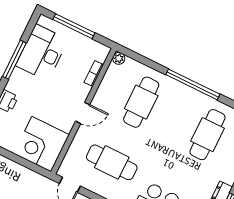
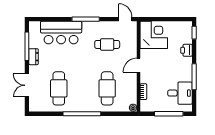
desk: (42, 53) -> (180, 93), width x0.73
cafe table: (112, 162) -> (107, 44), width x0.73, depth x0.74

